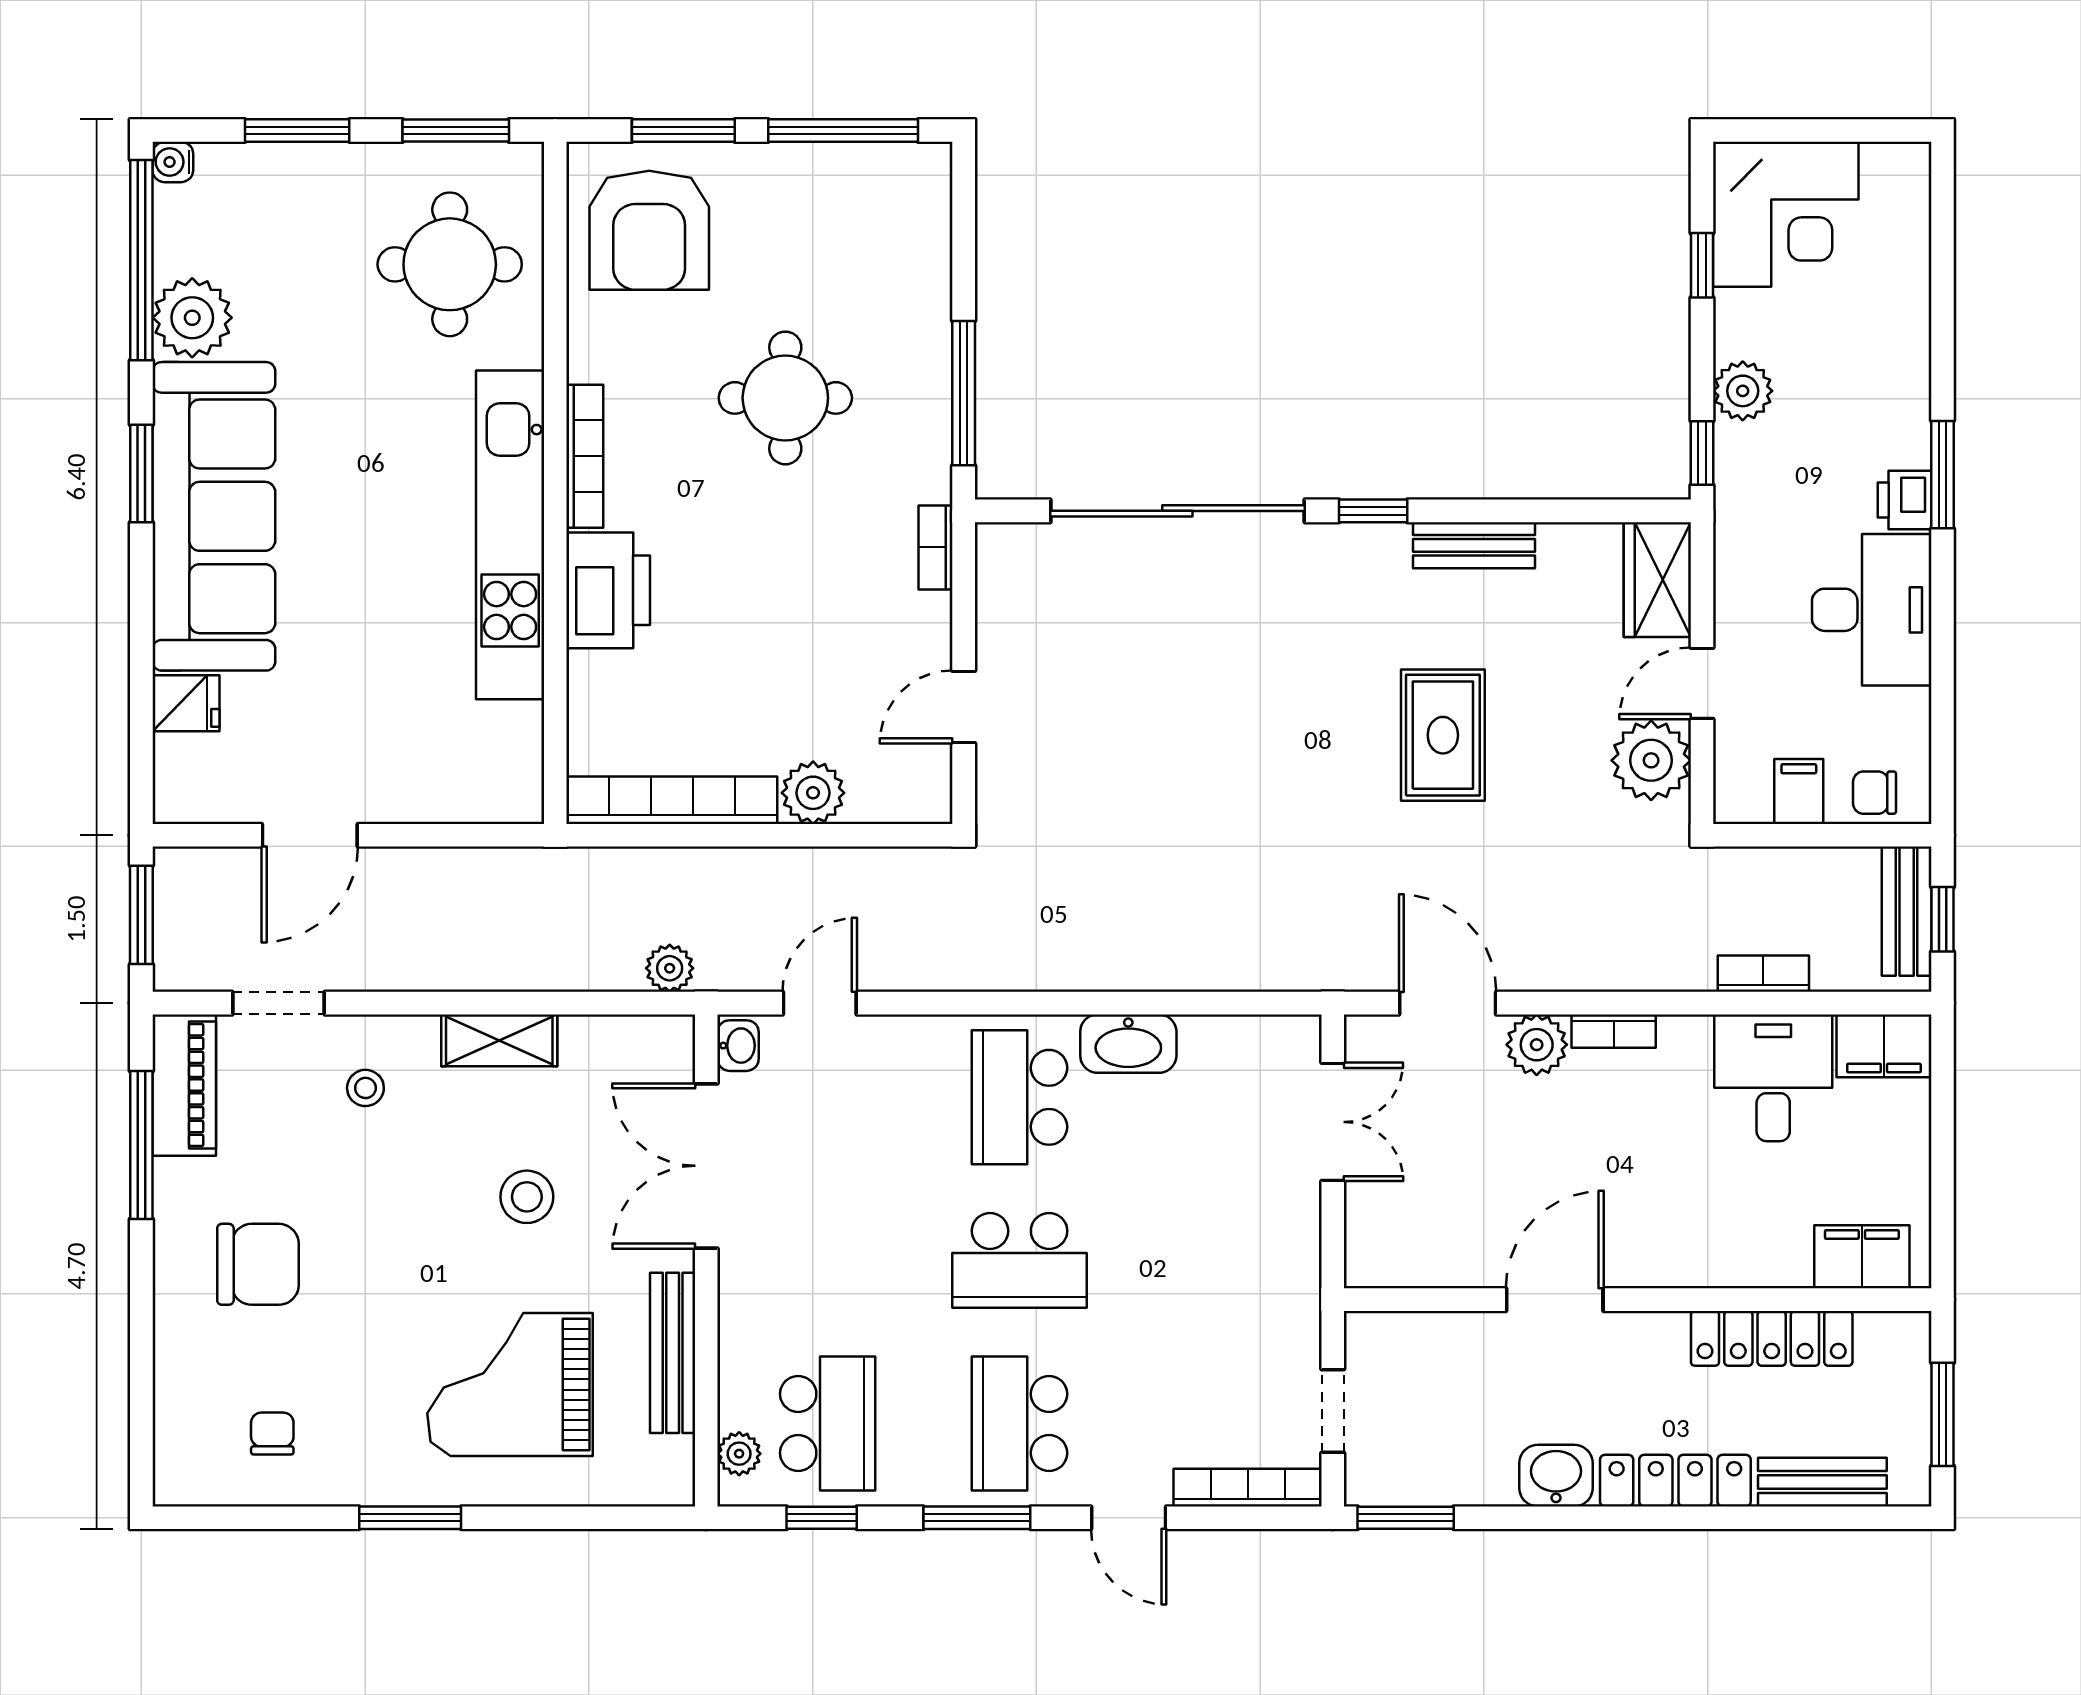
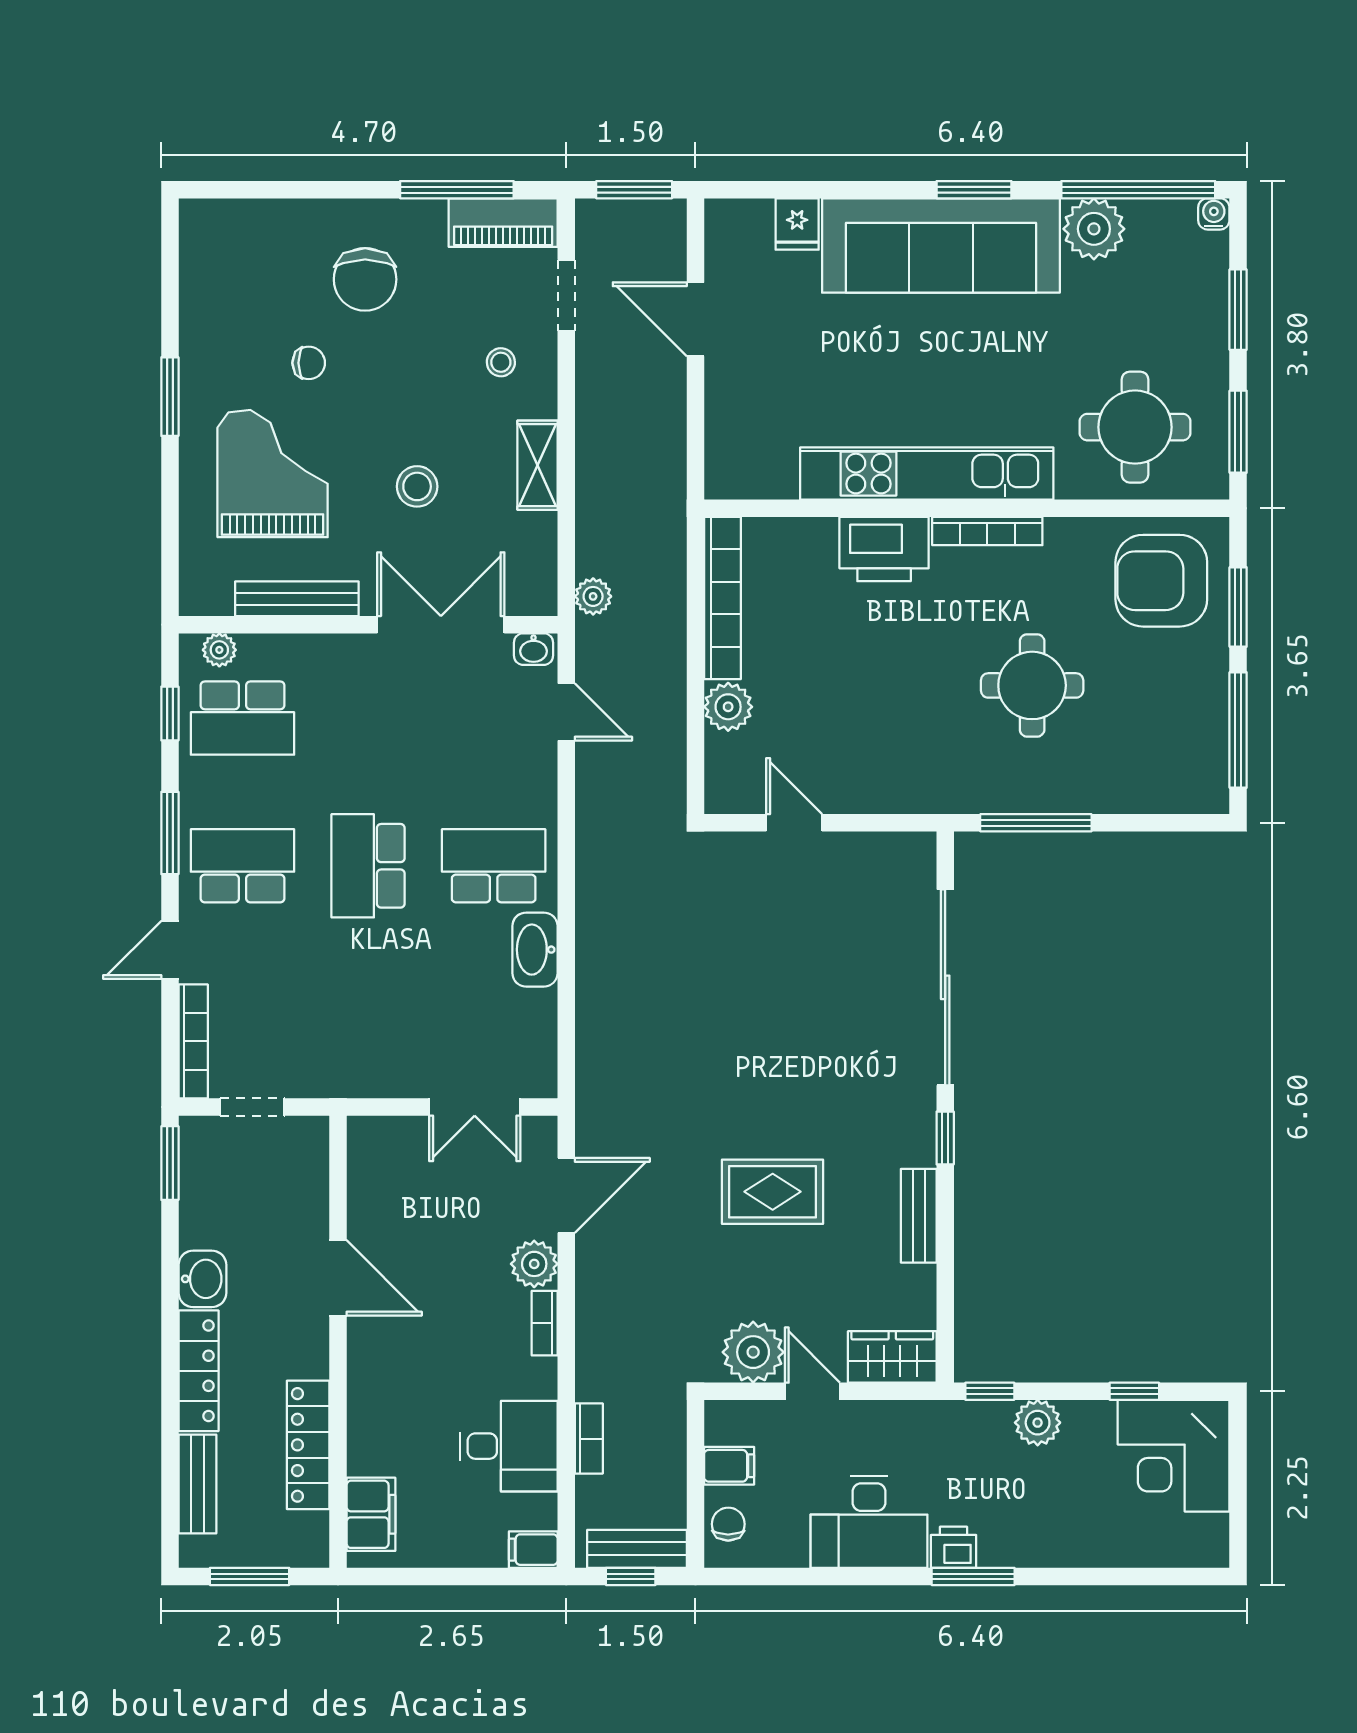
bookcase: (936, 547) -> (917, 801), removed
filing cabinet: (1884, 1046) -> (533, 1550), width x0.50
chair: (272, 1434) -> (309, 363), moved

